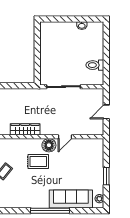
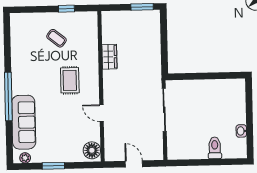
toilet: (95, 65) -> (215, 148), moved
wardrobe: (25, 129) -> (109, 57), width x0.67
floor lamp: (49, 145) -> (92, 150), moved

